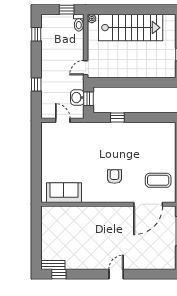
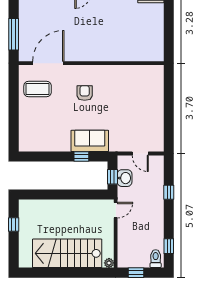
toilet: (79, 23) -> (156, 259), moved
armchair: (114, 177) -> (85, 93), turned 180
sofa: (64, 193) -> (90, 141), moved, turned 180

